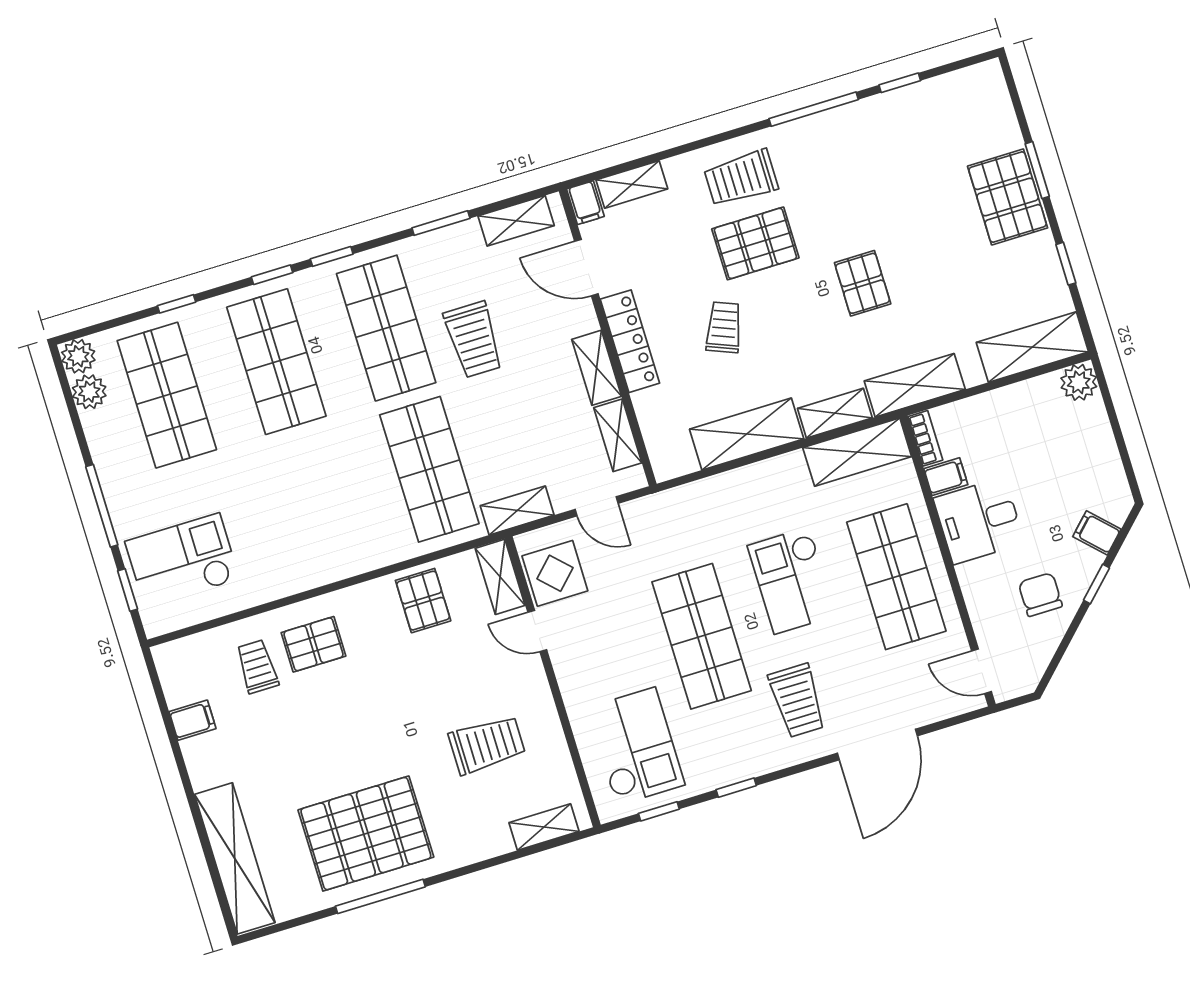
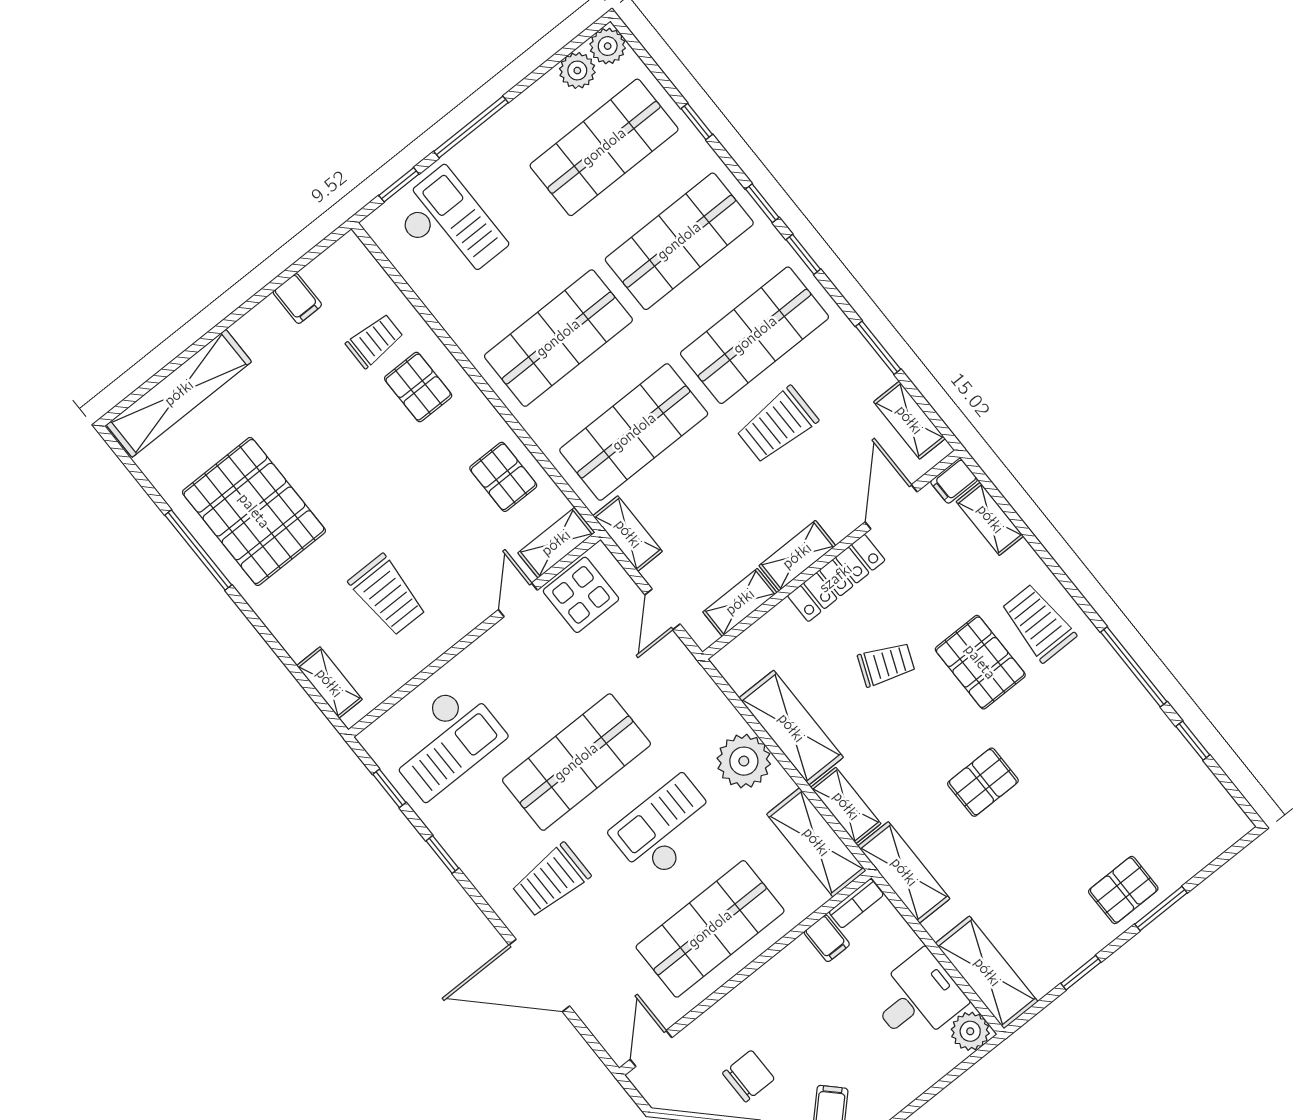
pallet: (1008, 197) -> (1123, 890), width x0.67, depth x0.71
plant: (760, 488) -> (744, 761), added
shop shelf: (320, 503) -> (558, 338), added
desk: (979, 521) -> (918, 998), moved, turned 90
pallet: (423, 601) -> (503, 477), turned 90

